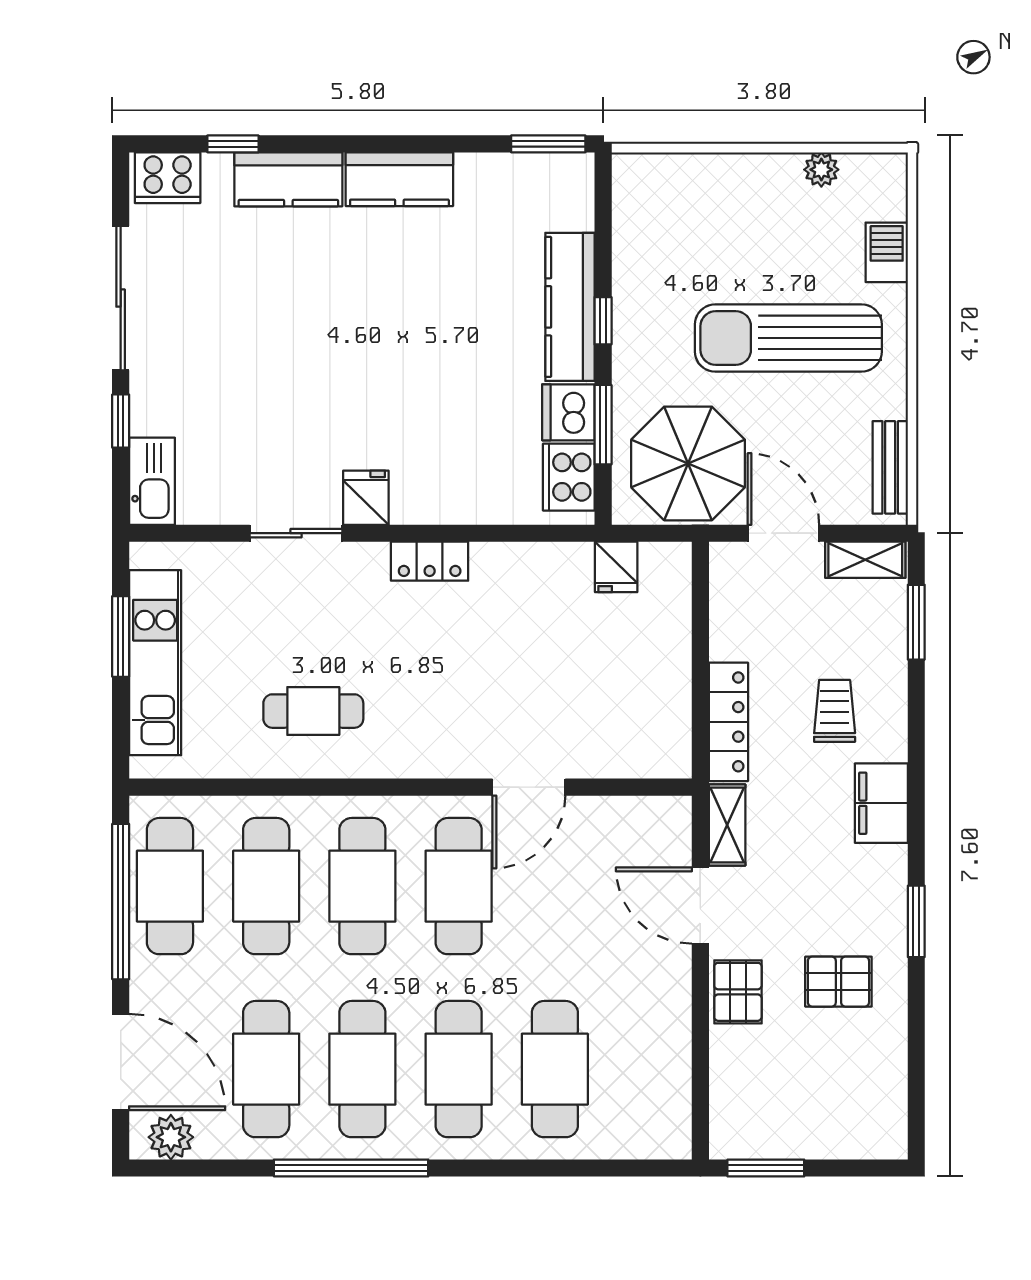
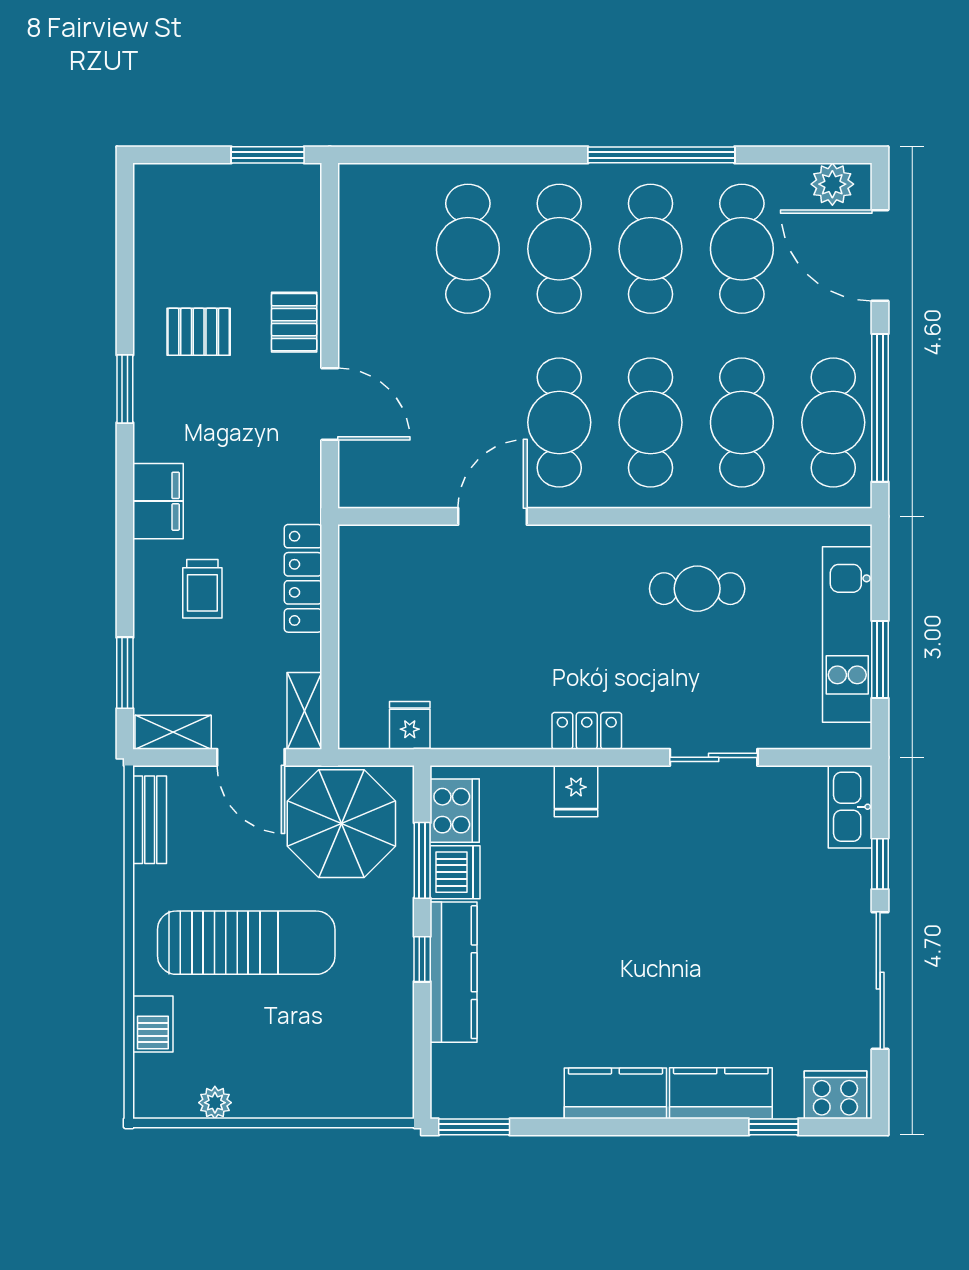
fridge: (366, 498) -> (576, 791), moved
shelving: (727, 825) -> (304, 711), moved

